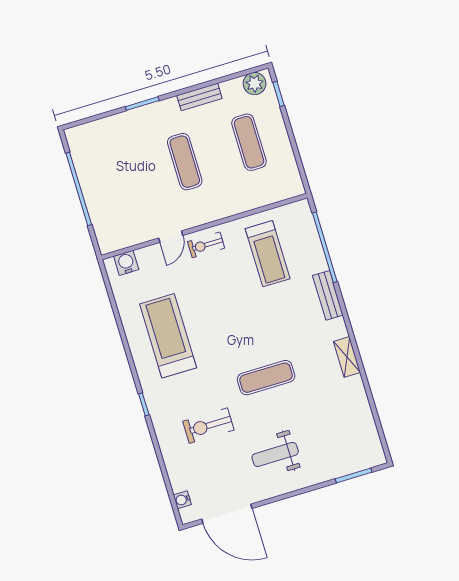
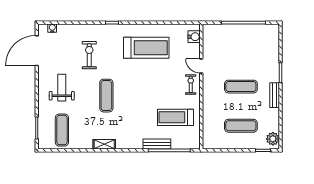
bench: (199, 97) -> (275, 95), moved
bench: (328, 295) -> (157, 144), moved
exercise mat: (345, 433) -> (62, 130), added

